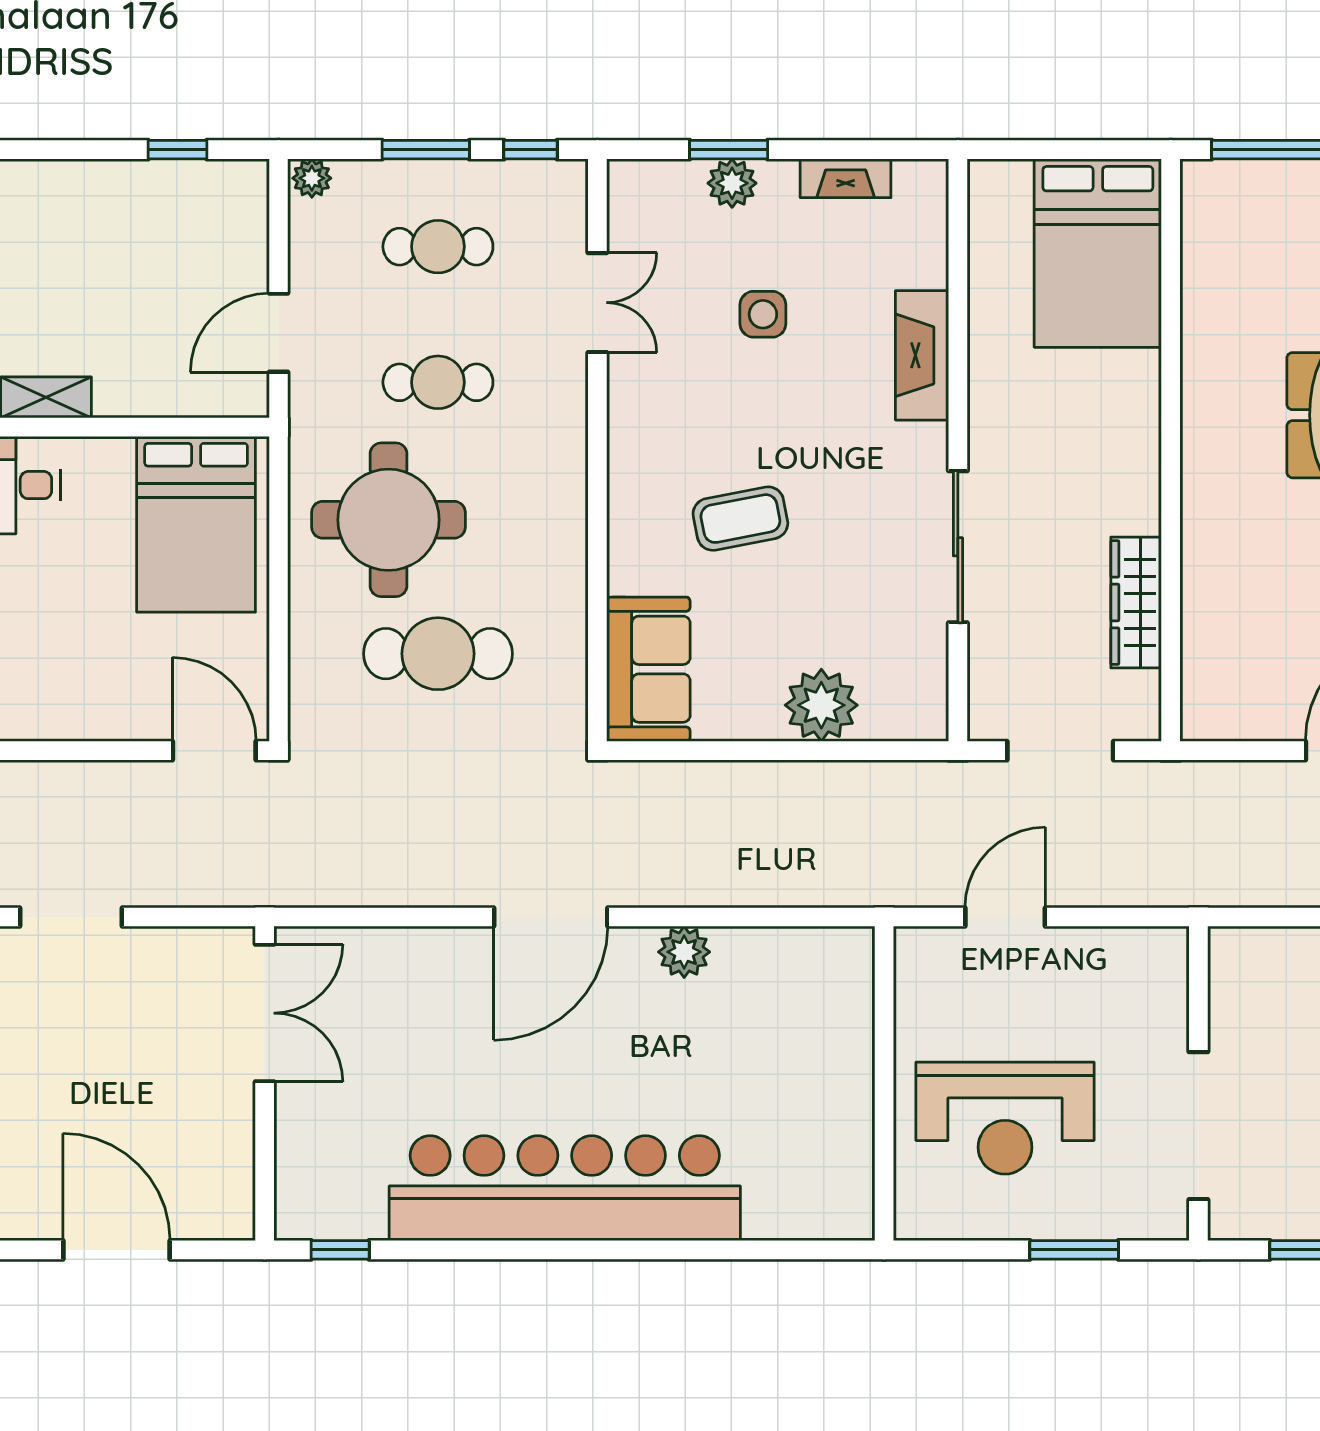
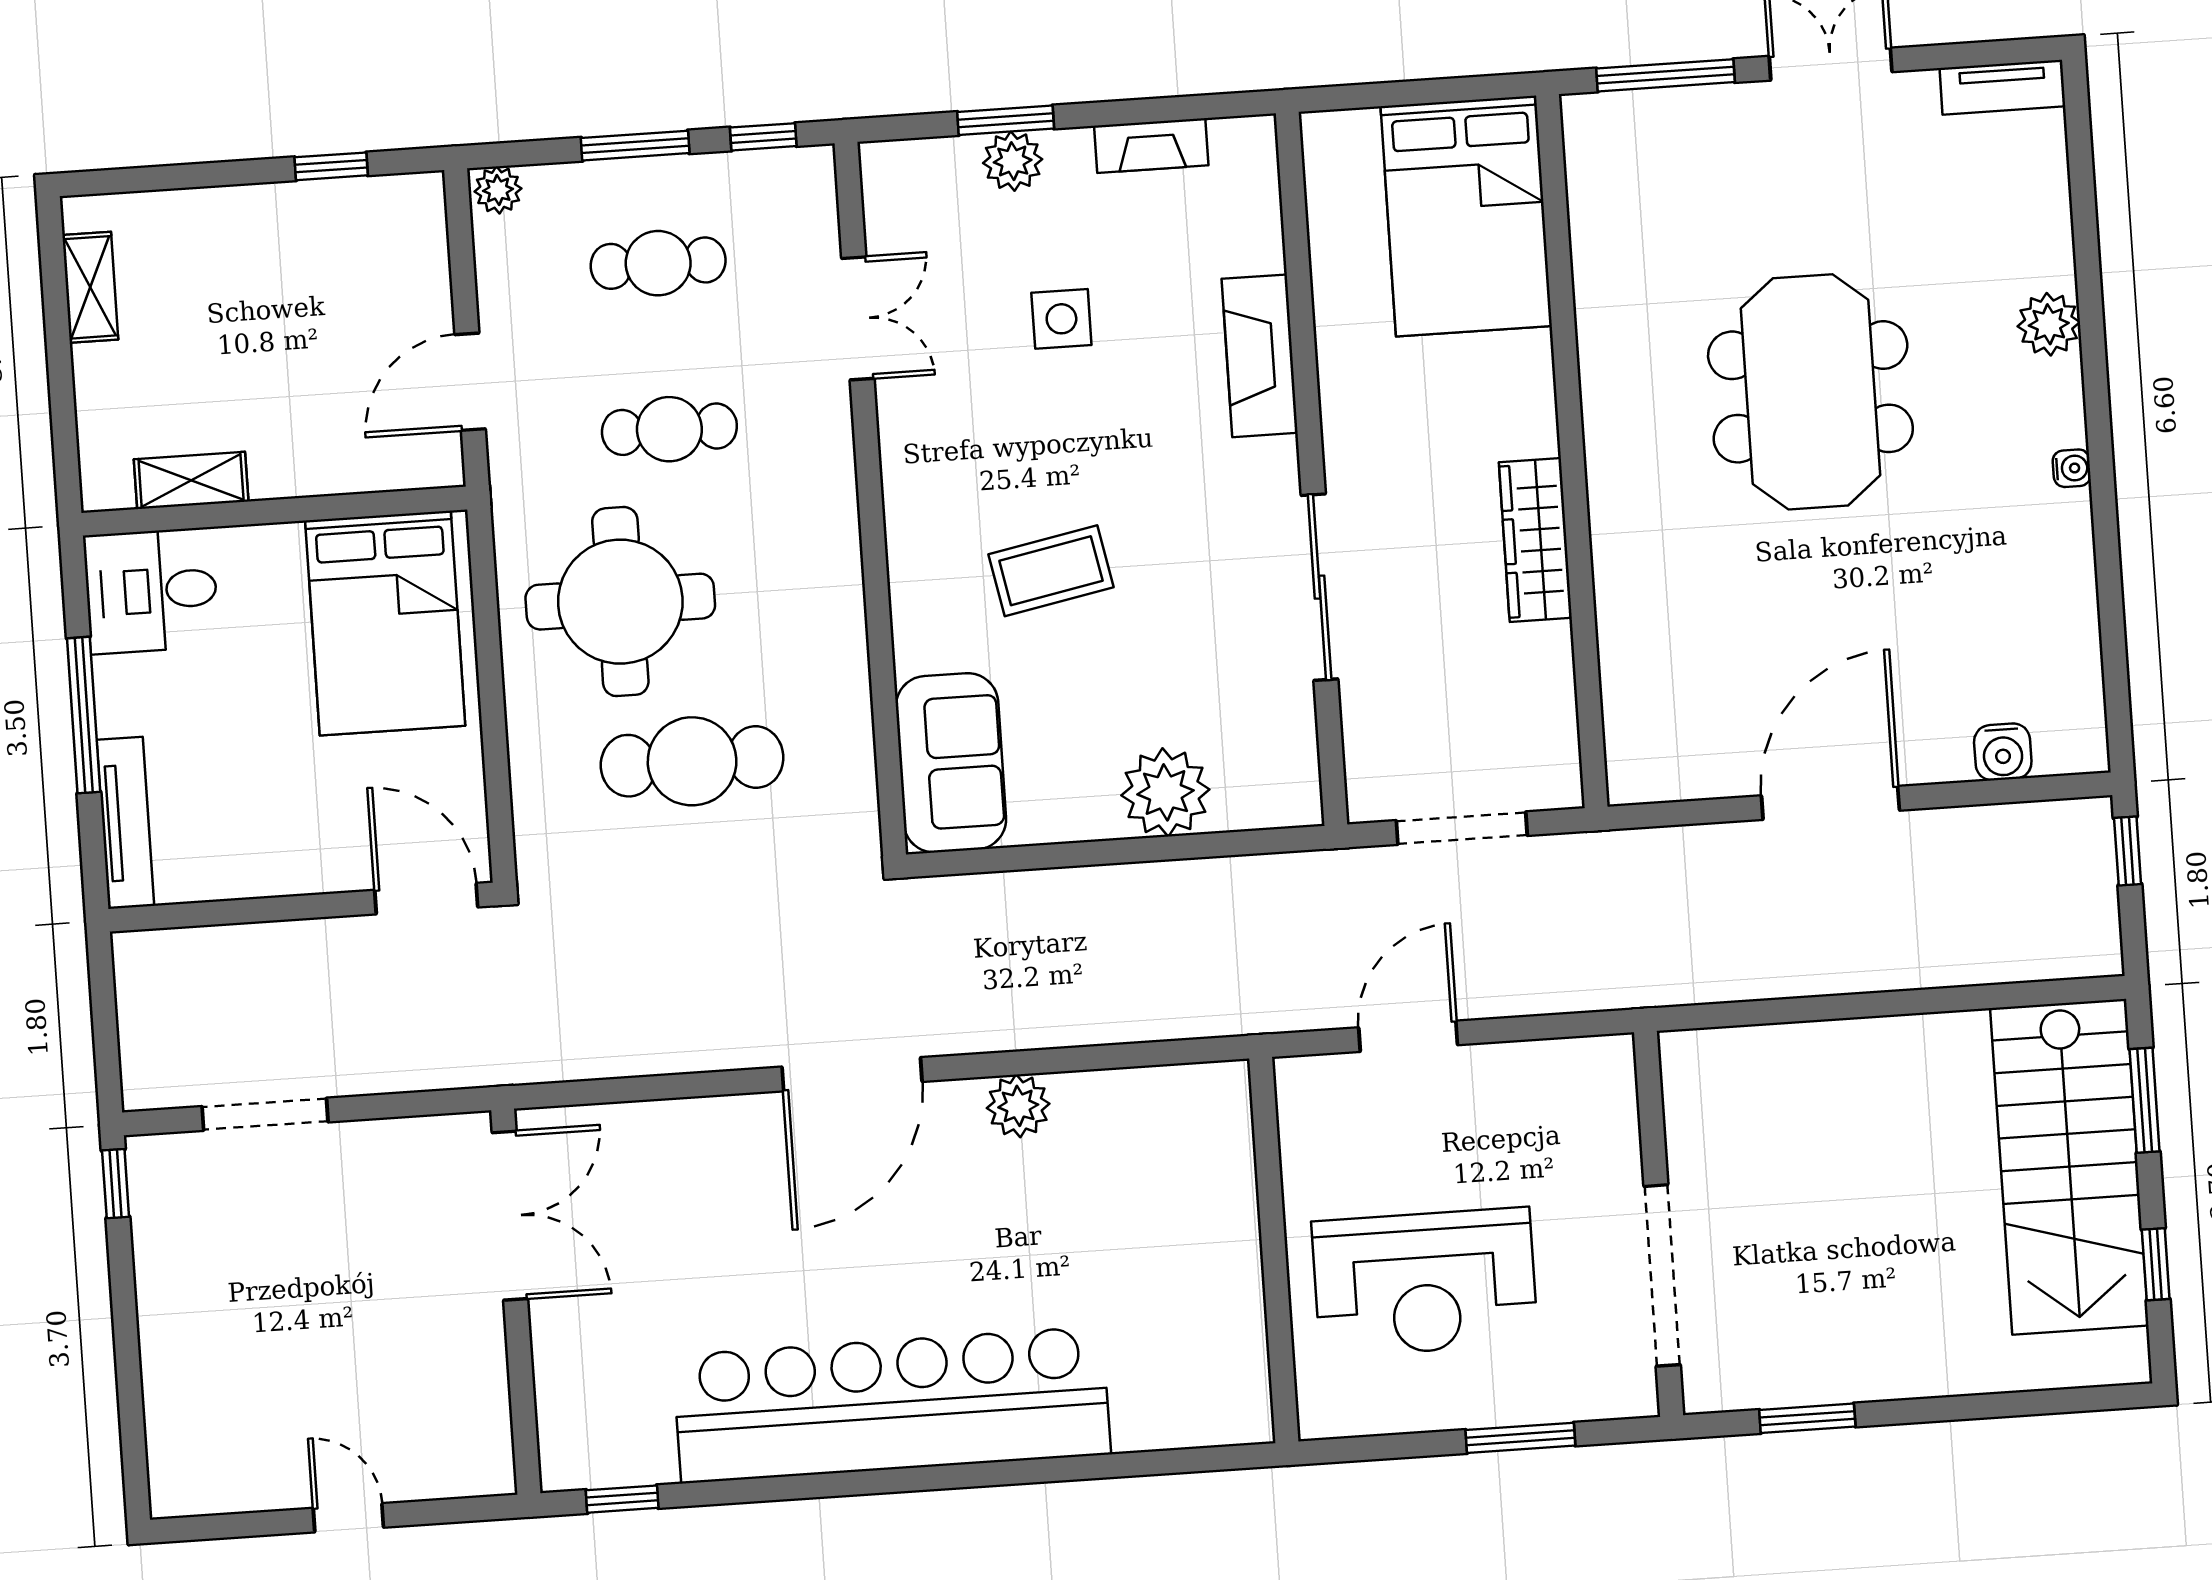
wardrobe: (1136, 602) -> (1535, 540), moved
door: (116, 1250) -> (348, 1518), width x0.53

